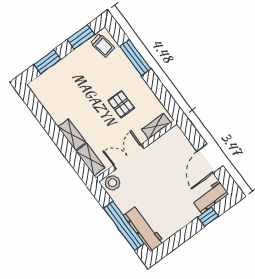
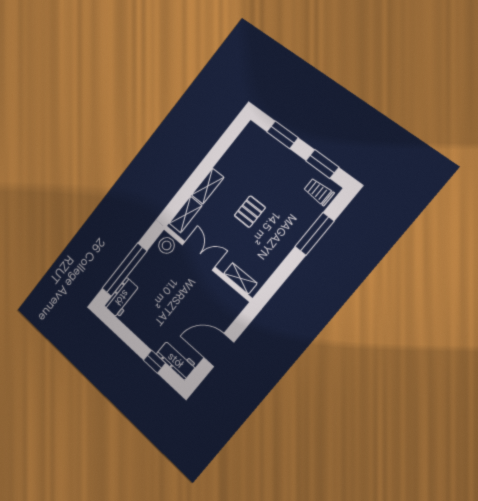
trolley: (103, 45) -> (319, 192), turned 100
pallet: (121, 104) -> (250, 212), moved
workbench: (144, 229) -> (122, 298), width x0.73

